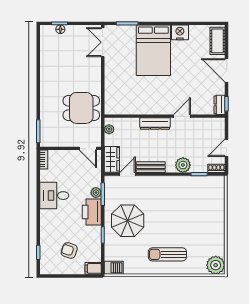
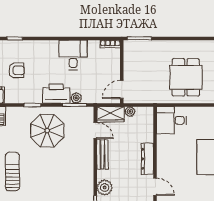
desk: (118, 100) -> (172, 120), added
dining table: (81, 108) -> (186, 77), moved
plant: (109, 129) -> (130, 112), moved
armchair: (69, 250) -> (16, 70), turned 72

